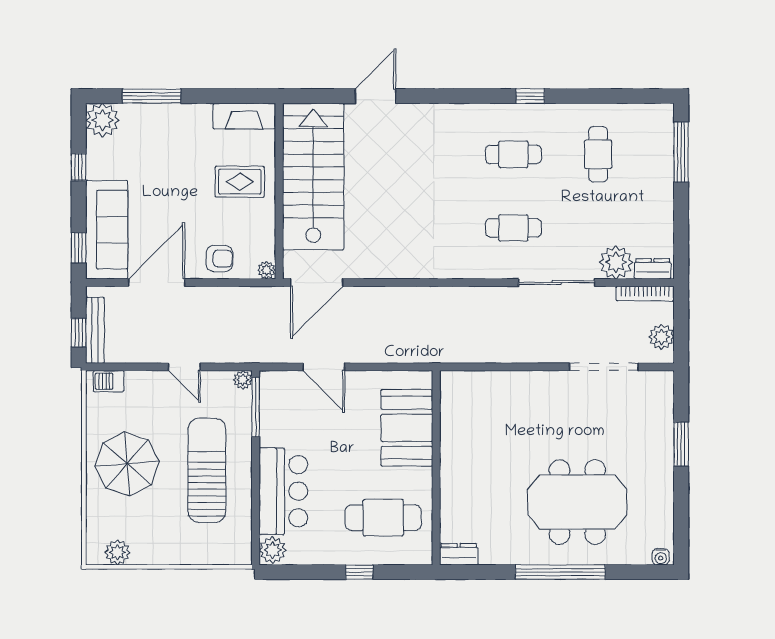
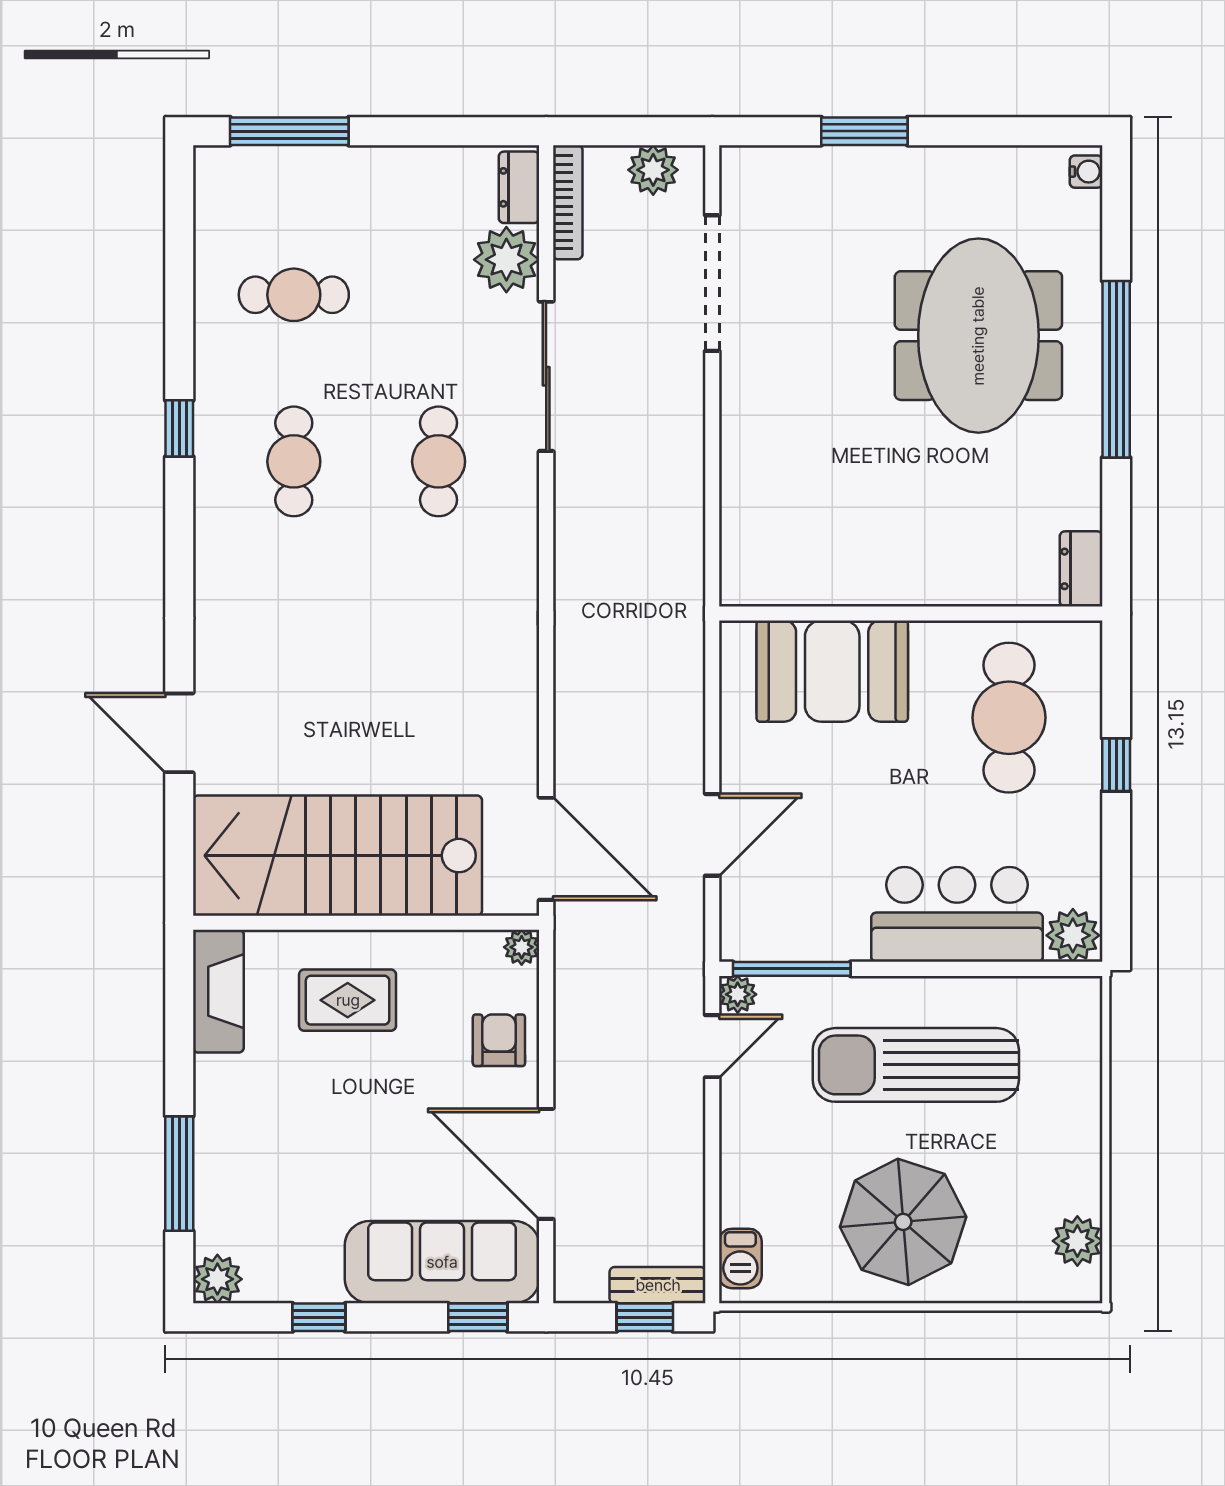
plant: (103, 120) -> (217, 1279), width x0.73, depth x0.73
rug: (240, 182) -> (348, 1000), turned 90
bench: (95, 330) -> (658, 1285), width x0.73
door: (184, 367) -> (712, 1046), moved

